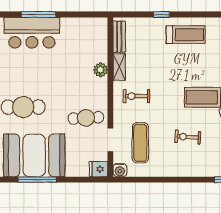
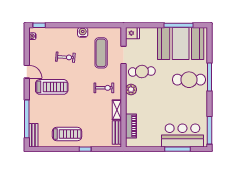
treadmill: (186, 35) -> (67, 134), turned 180
piano: (100, 45) -> (131, 126), added
plant: (100, 70) -> (131, 90), moved
water cooler: (120, 170) -> (83, 32), moved

